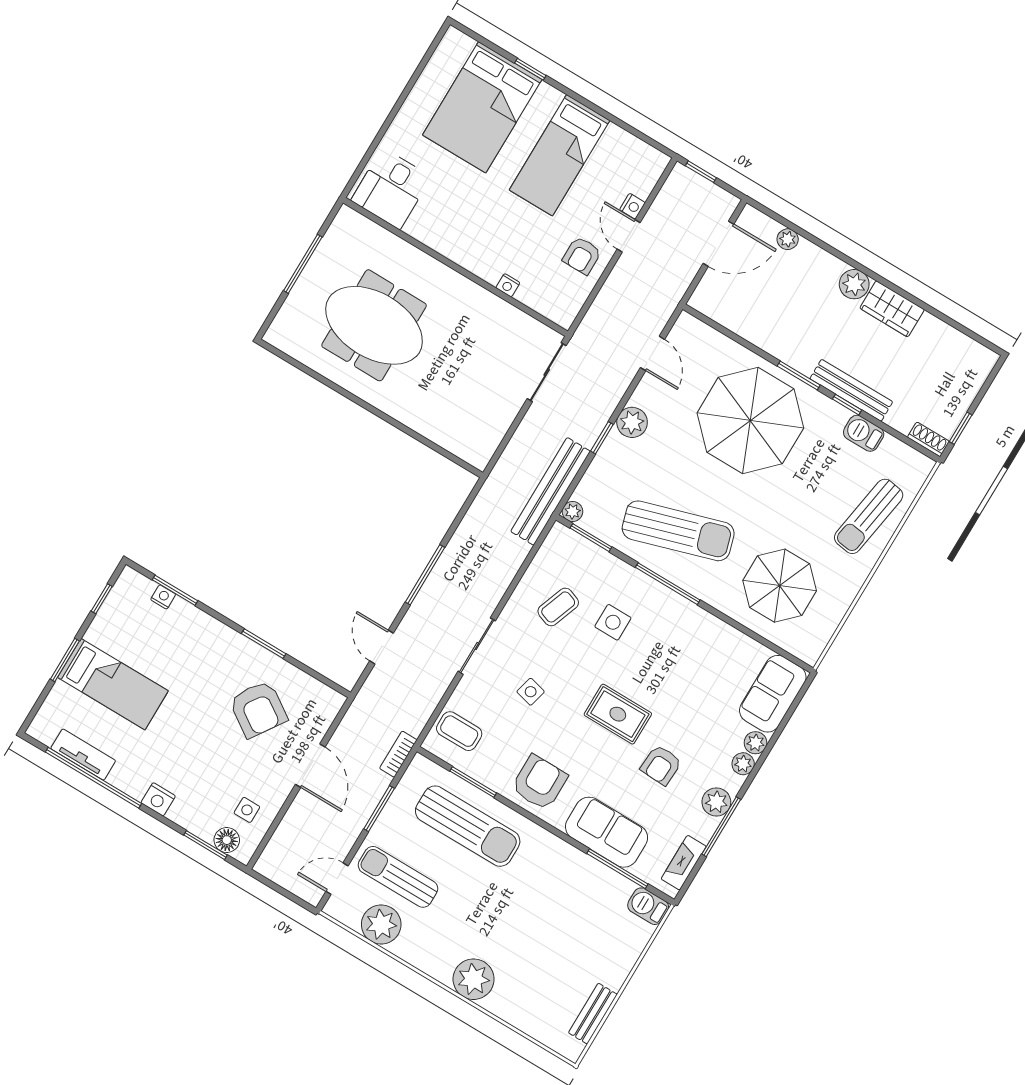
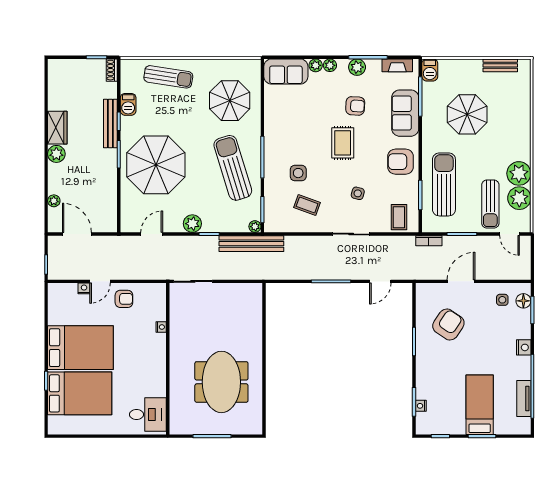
bed: (560, 155) -> (80, 348), width x1.50
parasol: (550, 922) -> (467, 114), added
plant: (474, 979) -> (519, 173), moved

